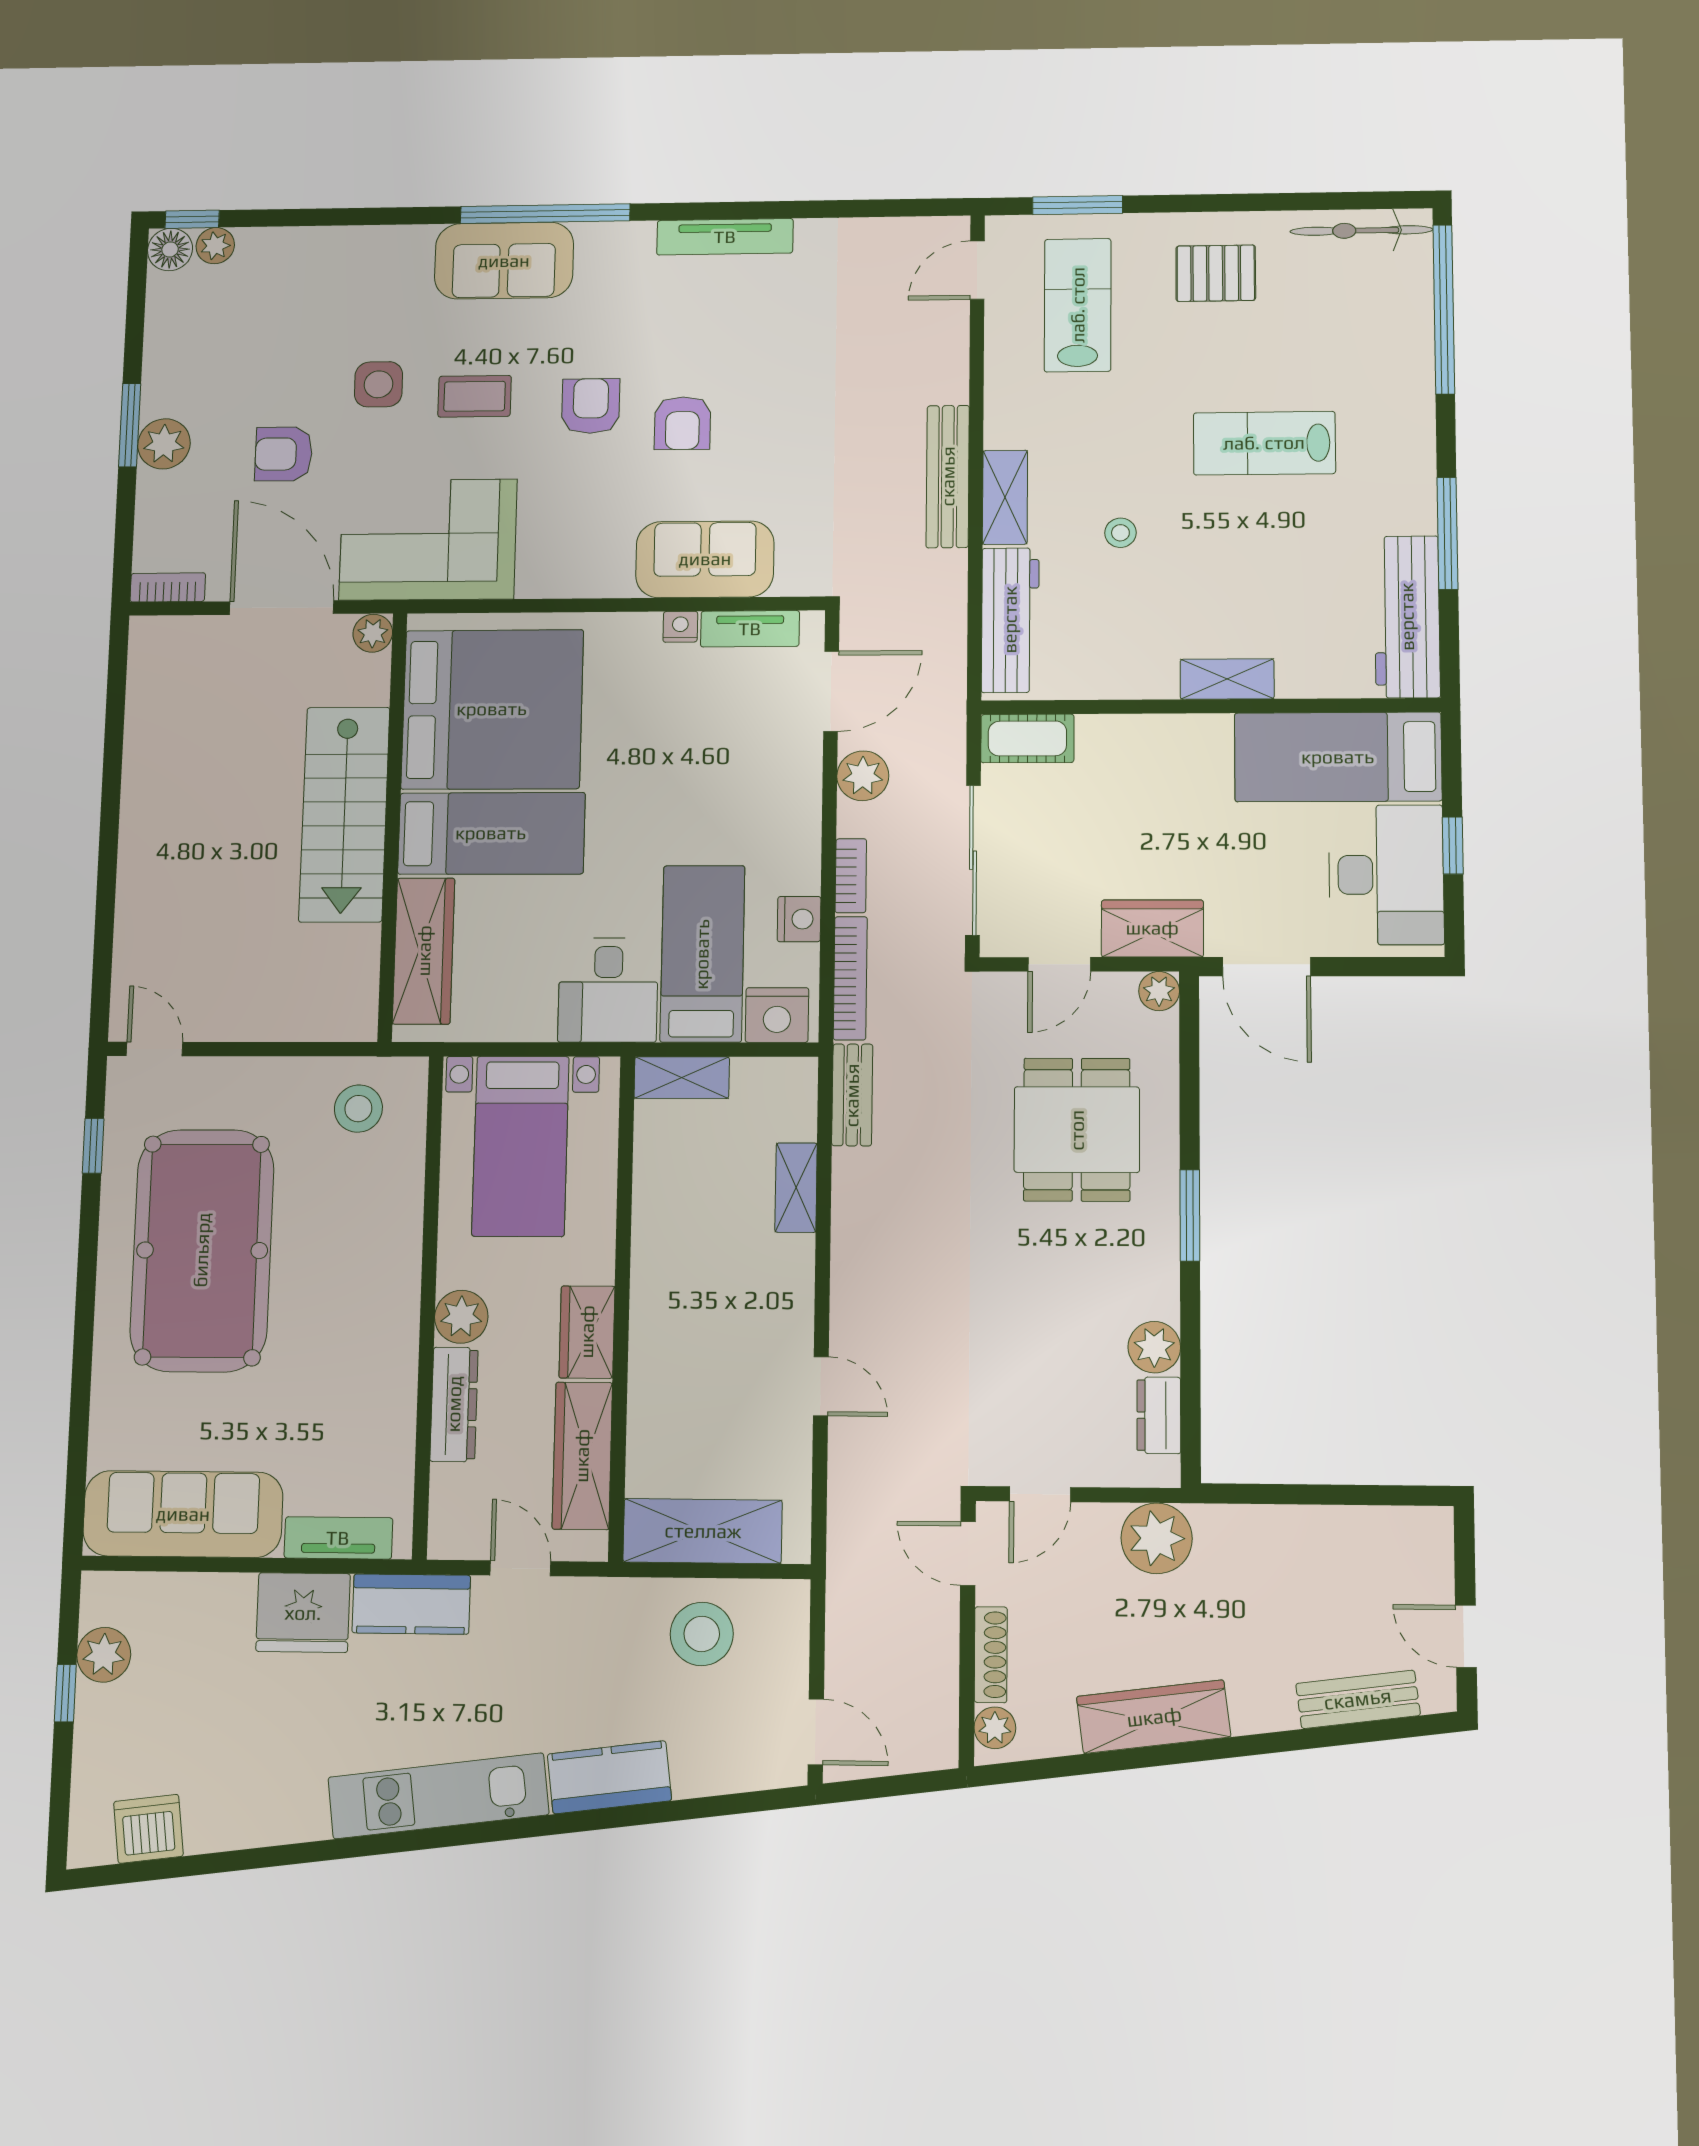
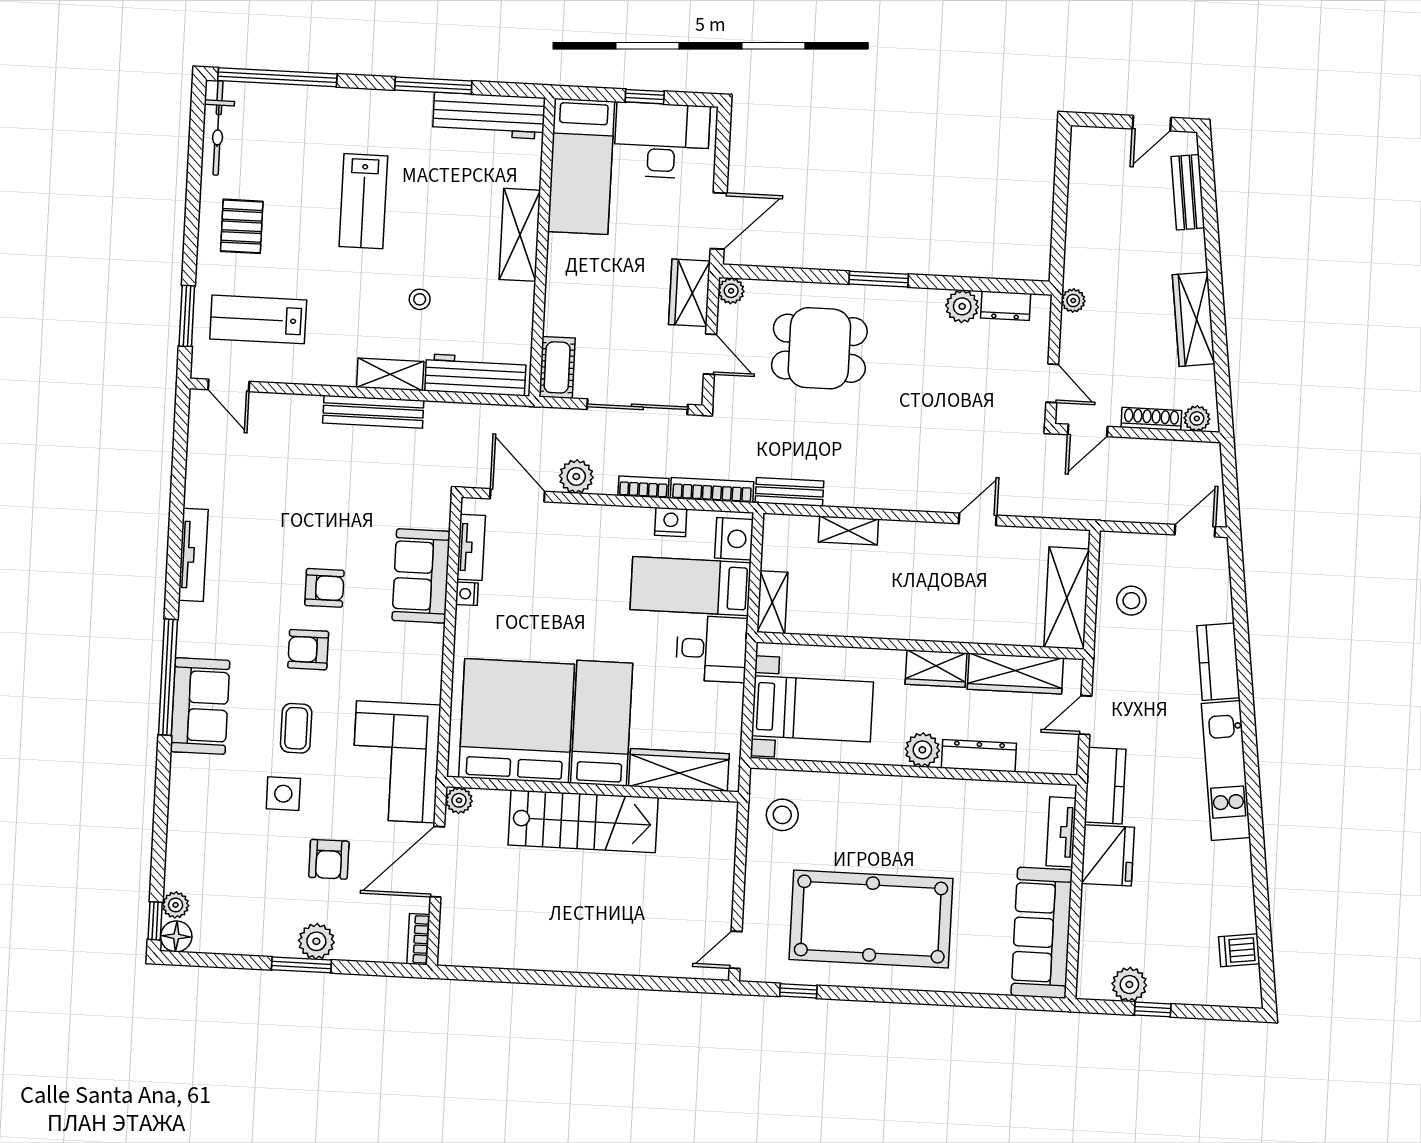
shelving: (1227, 679) -> (520, 235), width x1.50, depth x1.33
plant: (1157, 1538) -> (1073, 301), width x0.53, depth x0.53
stool: (702, 1634) -> (1131, 601), width x0.73, depth x0.73
dishwasher: (148, 1829) -> (1239, 950), width x0.73

